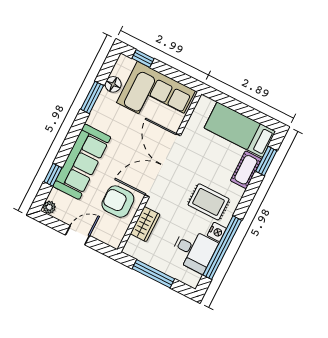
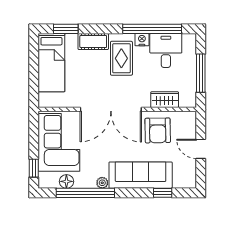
window: (92, 97) -> (85, 193), width x2.11
cot: (246, 170) -> (93, 41), moved
plant: (49, 207) -> (102, 183), moved

